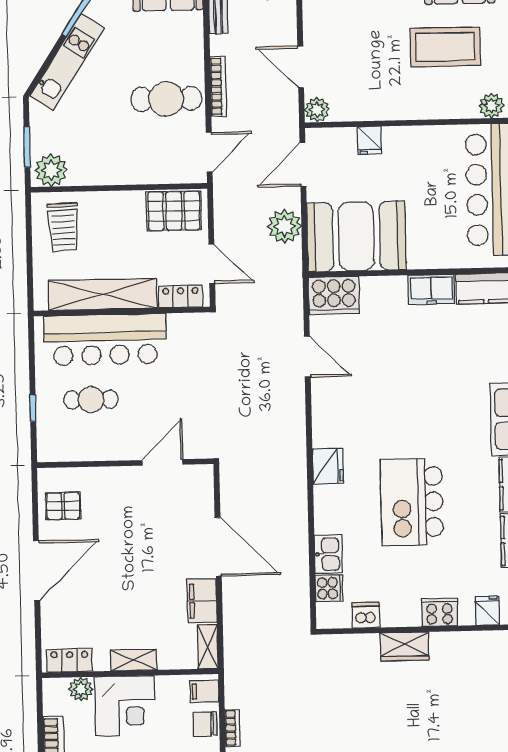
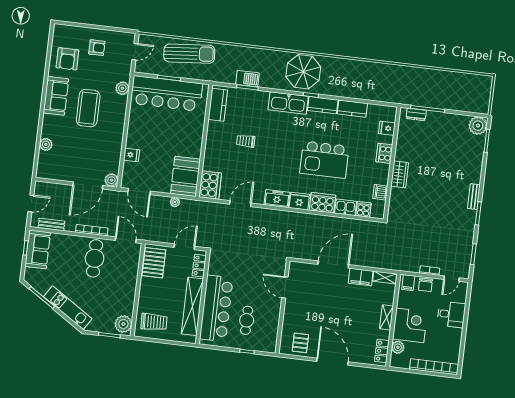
door: (301, 67) -> (88, 185), width x1.36
plant: (285, 226) -> (175, 202), width x0.53, depth x0.53
booth: (356, 236) -> (185, 176), width x0.73, depth x0.70
freezer: (431, 289) -> (277, 199), moved, turned -90
trolley: (426, 350) -> (246, 141), added
cooker: (331, 510) -> (322, 203), added

